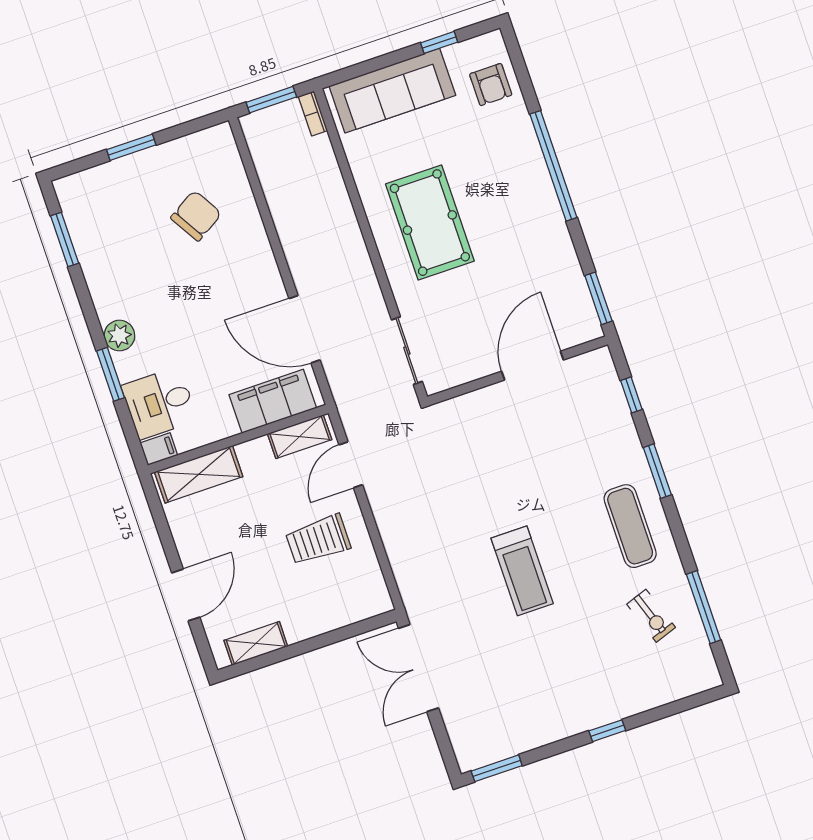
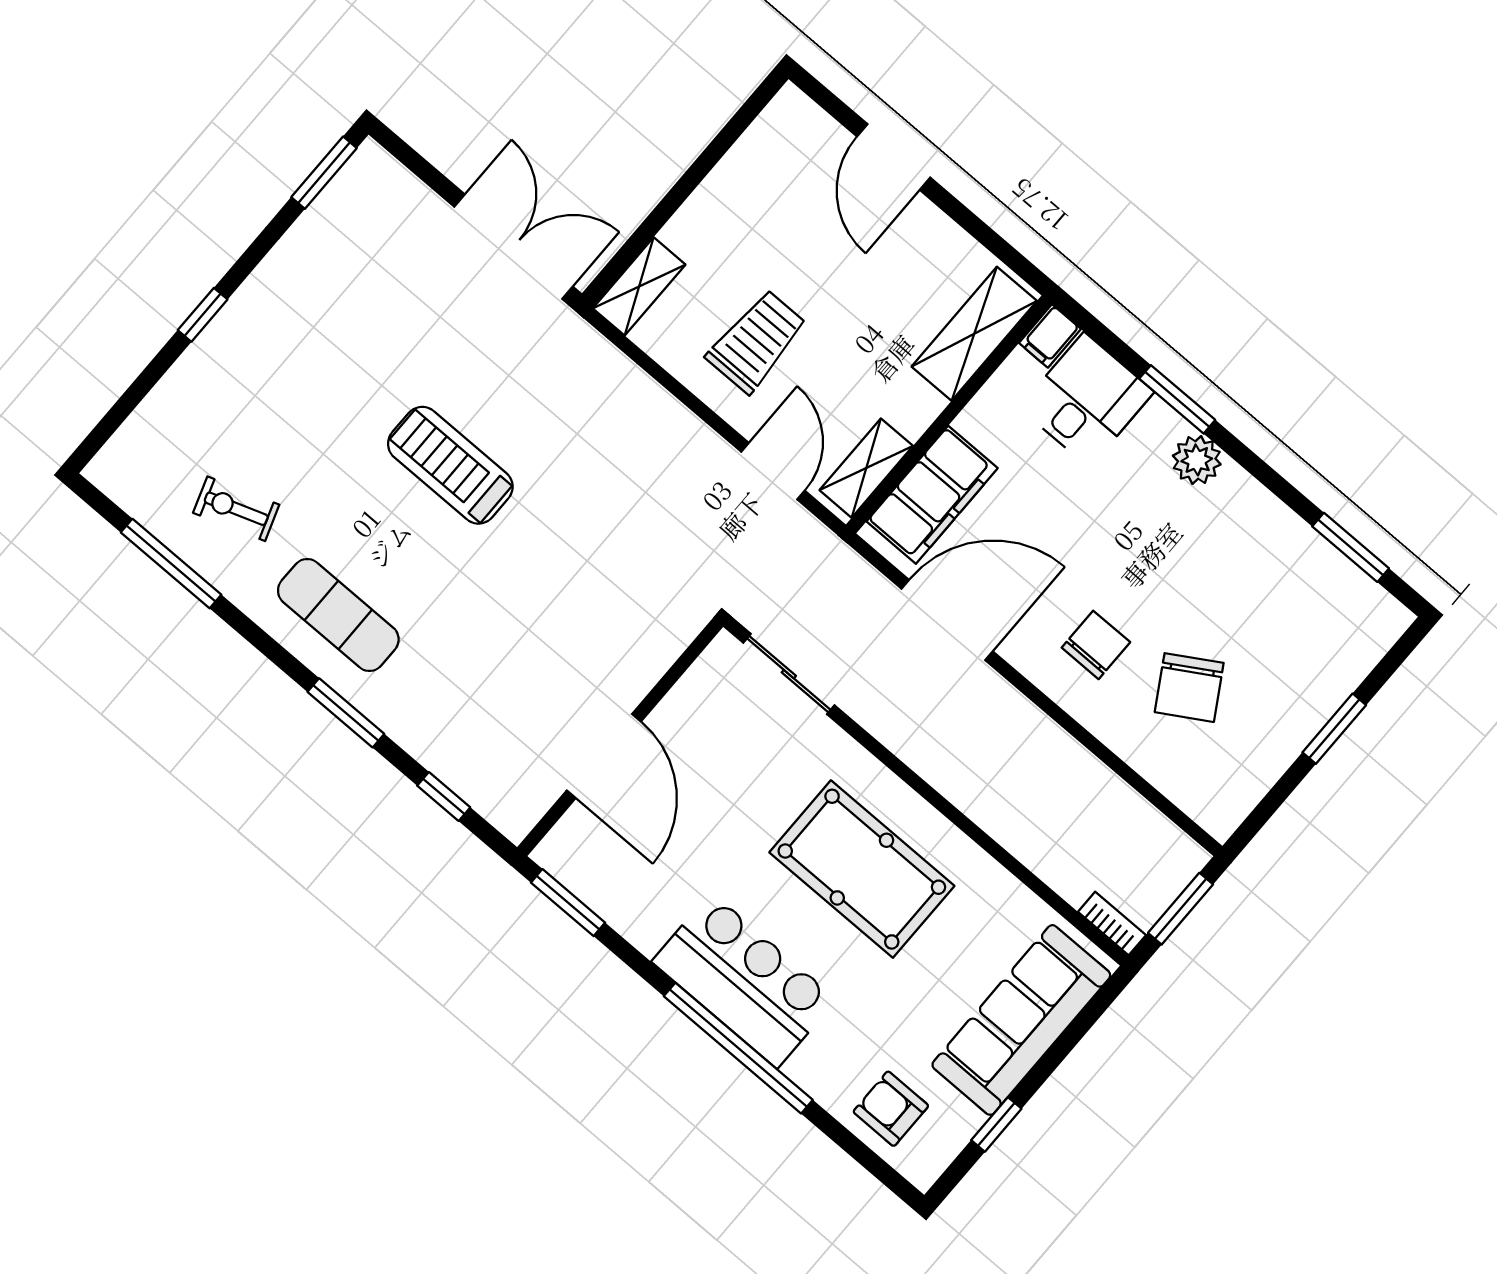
bar counter: (529, 200) -> (744, 980), added
chair: (233, 268) -> (1096, 645), added
shelving: (256, 643) -> (639, 286), moved

